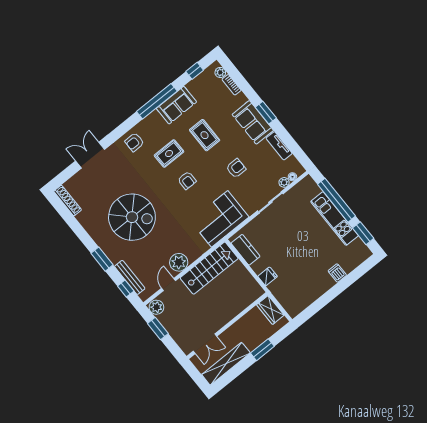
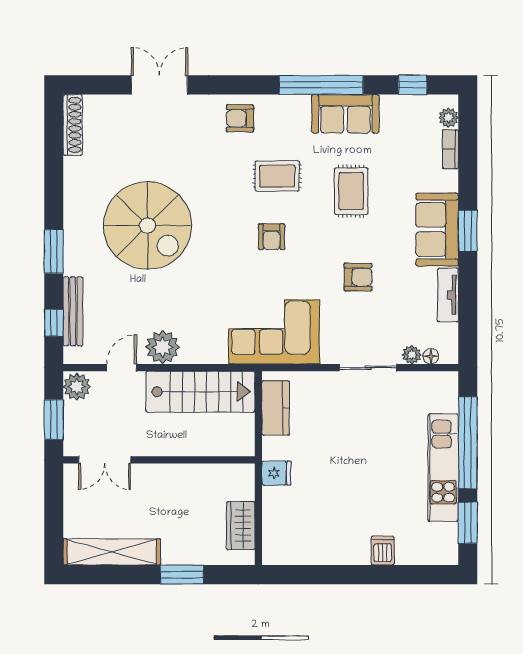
wall: (227, 326) -> (159, 460), moved
double door: (205, 344) -> (105, 460), moved

